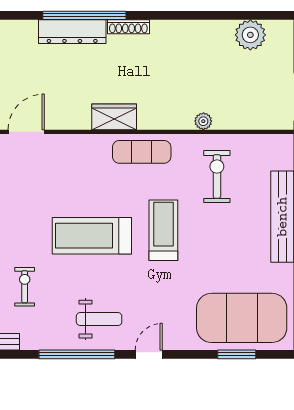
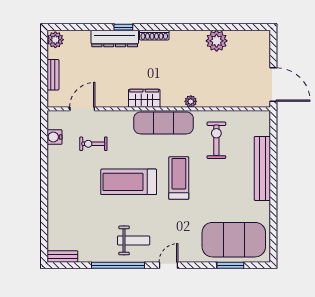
window: (84, 15) -> (123, 27), width x0.32
plant: (250, 35) -> (217, 41), moved
plant: (203, 121) -> (191, 101), moved
exercise mat: (142, 152) -> (164, 123), width x1.36, depth x1.45
exercise bike: (25, 287) -> (93, 144), moved, turned -90

